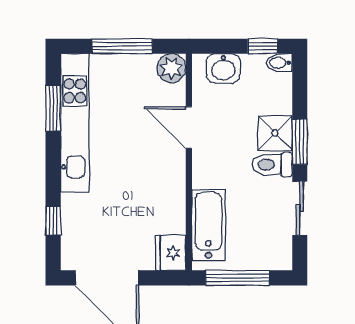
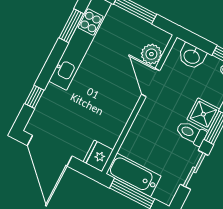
plant: (171, 68) -> (151, 54), moved
bathtub: (208, 225) -> (133, 175), moved, turned -90

